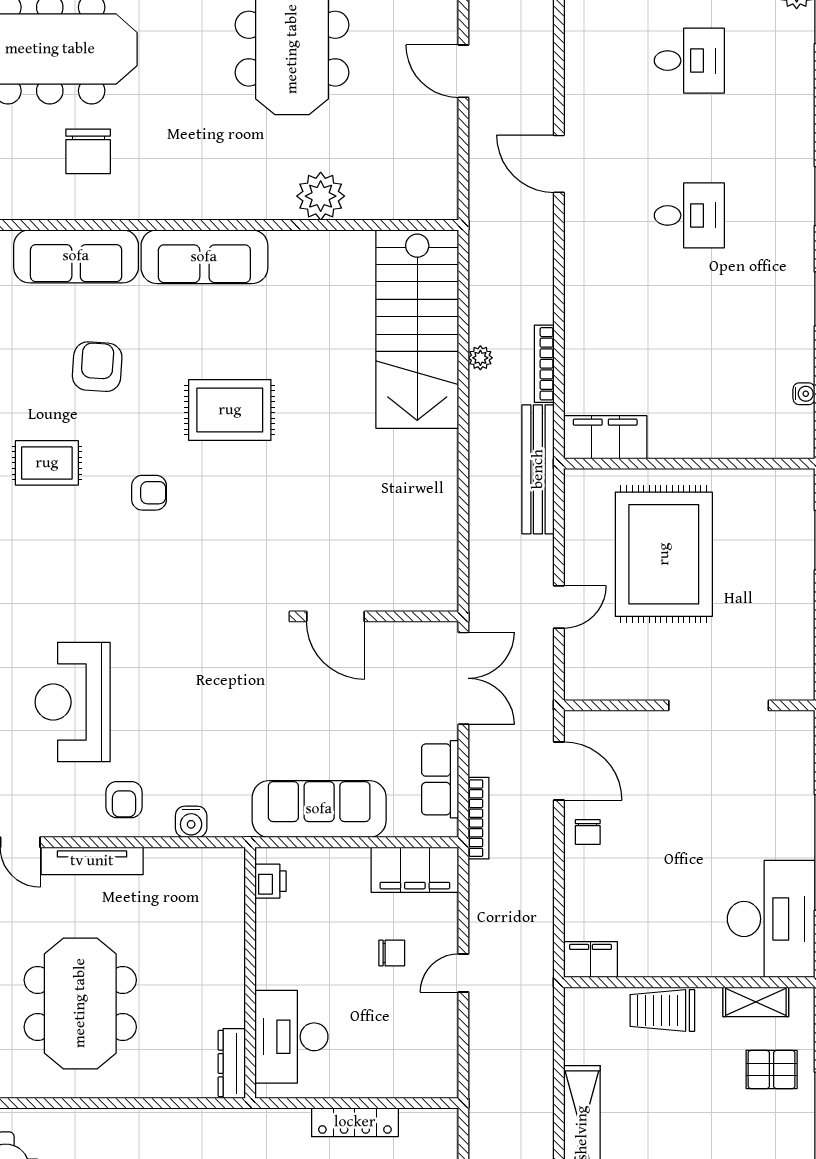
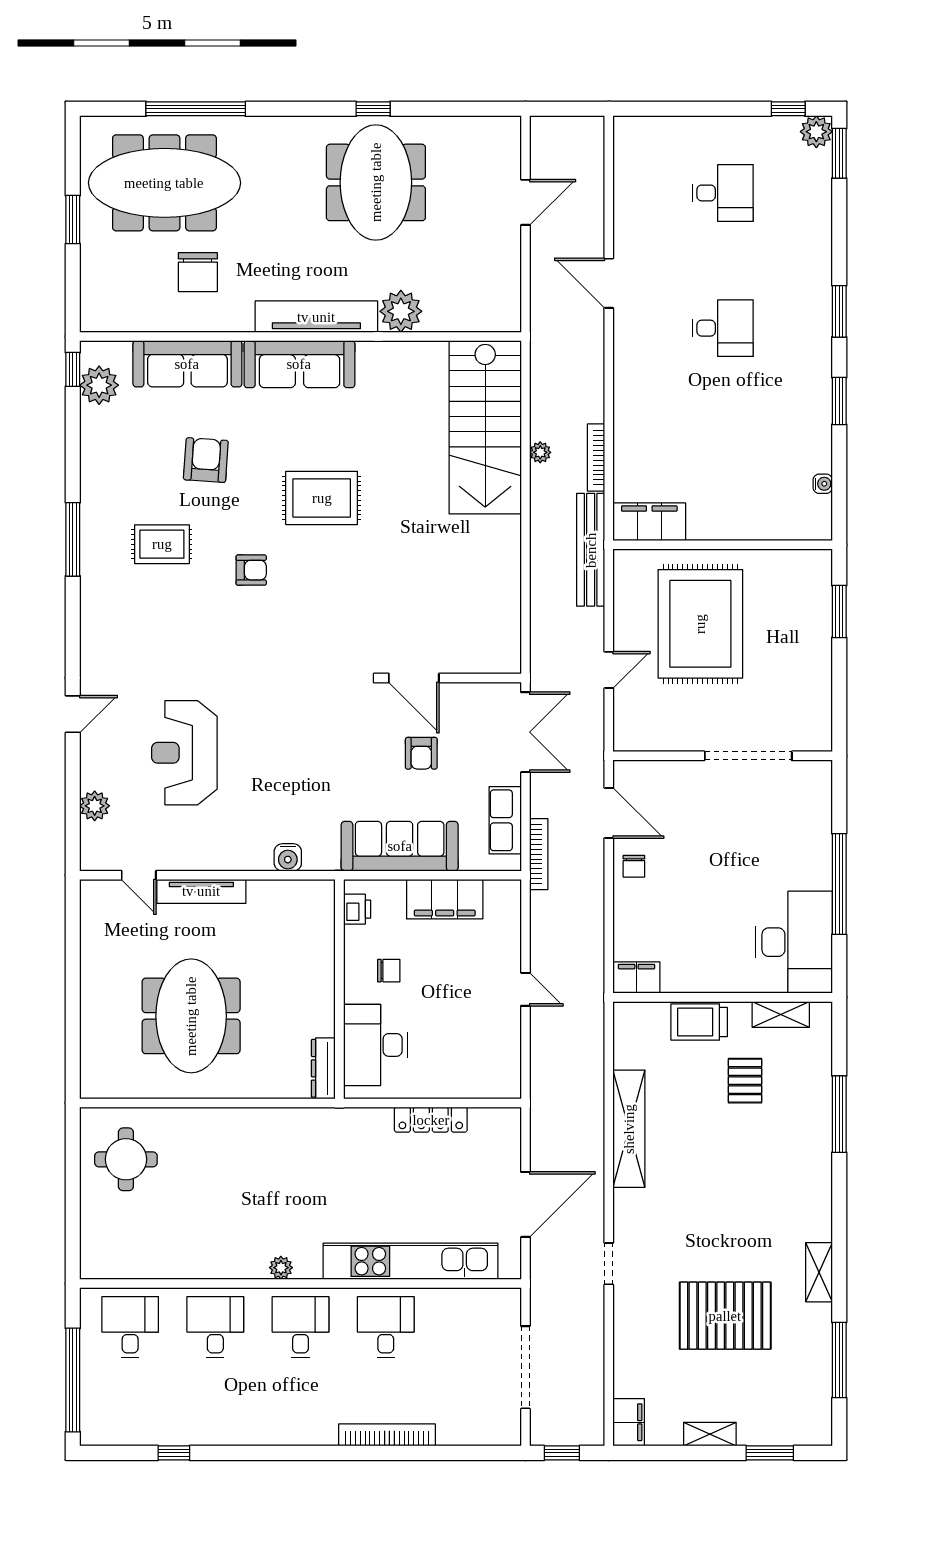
door: (463, 71) -> (525, 202), swing flipped
tv unit: (224, 202) -> (316, 317), added
armchair: (124, 800) -> (421, 753), moved
filing cabinet: (415, 870) -> (445, 899), moved
chair: (392, 953) -> (389, 971), moved
door: (463, 973) -> (525, 989), swing flipped
pallet: (772, 1069) -> (745, 1081), moved, turned 90

